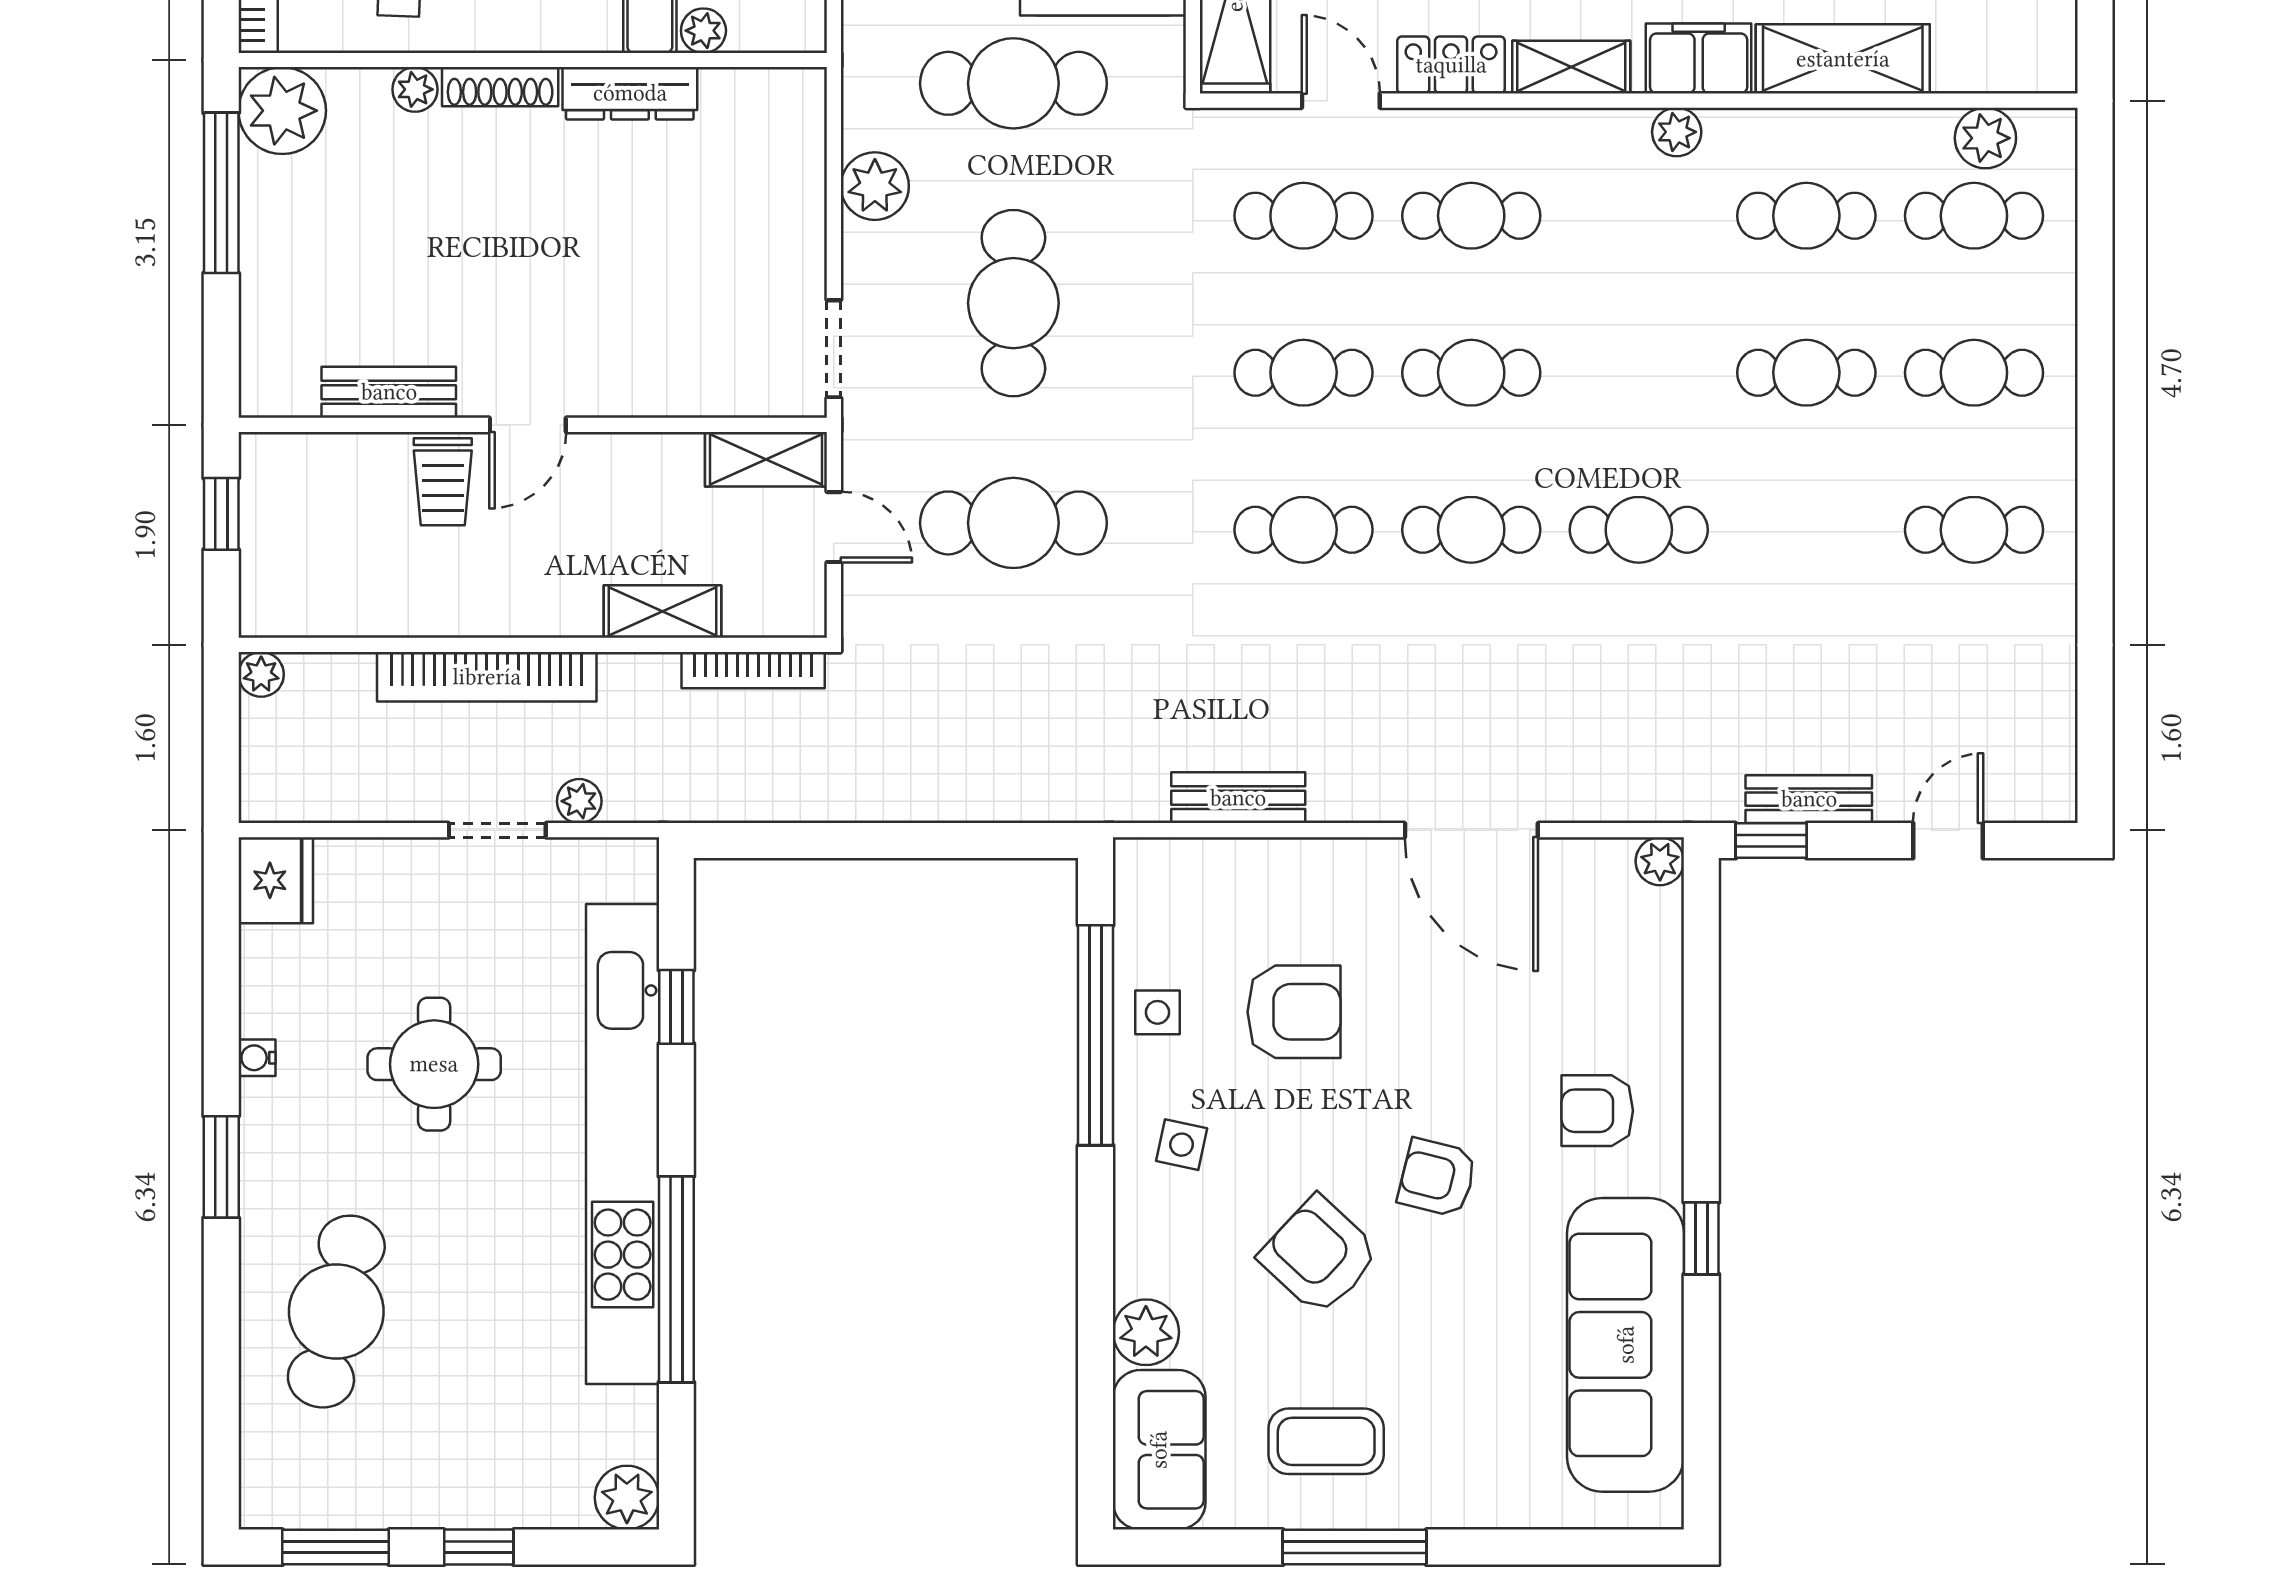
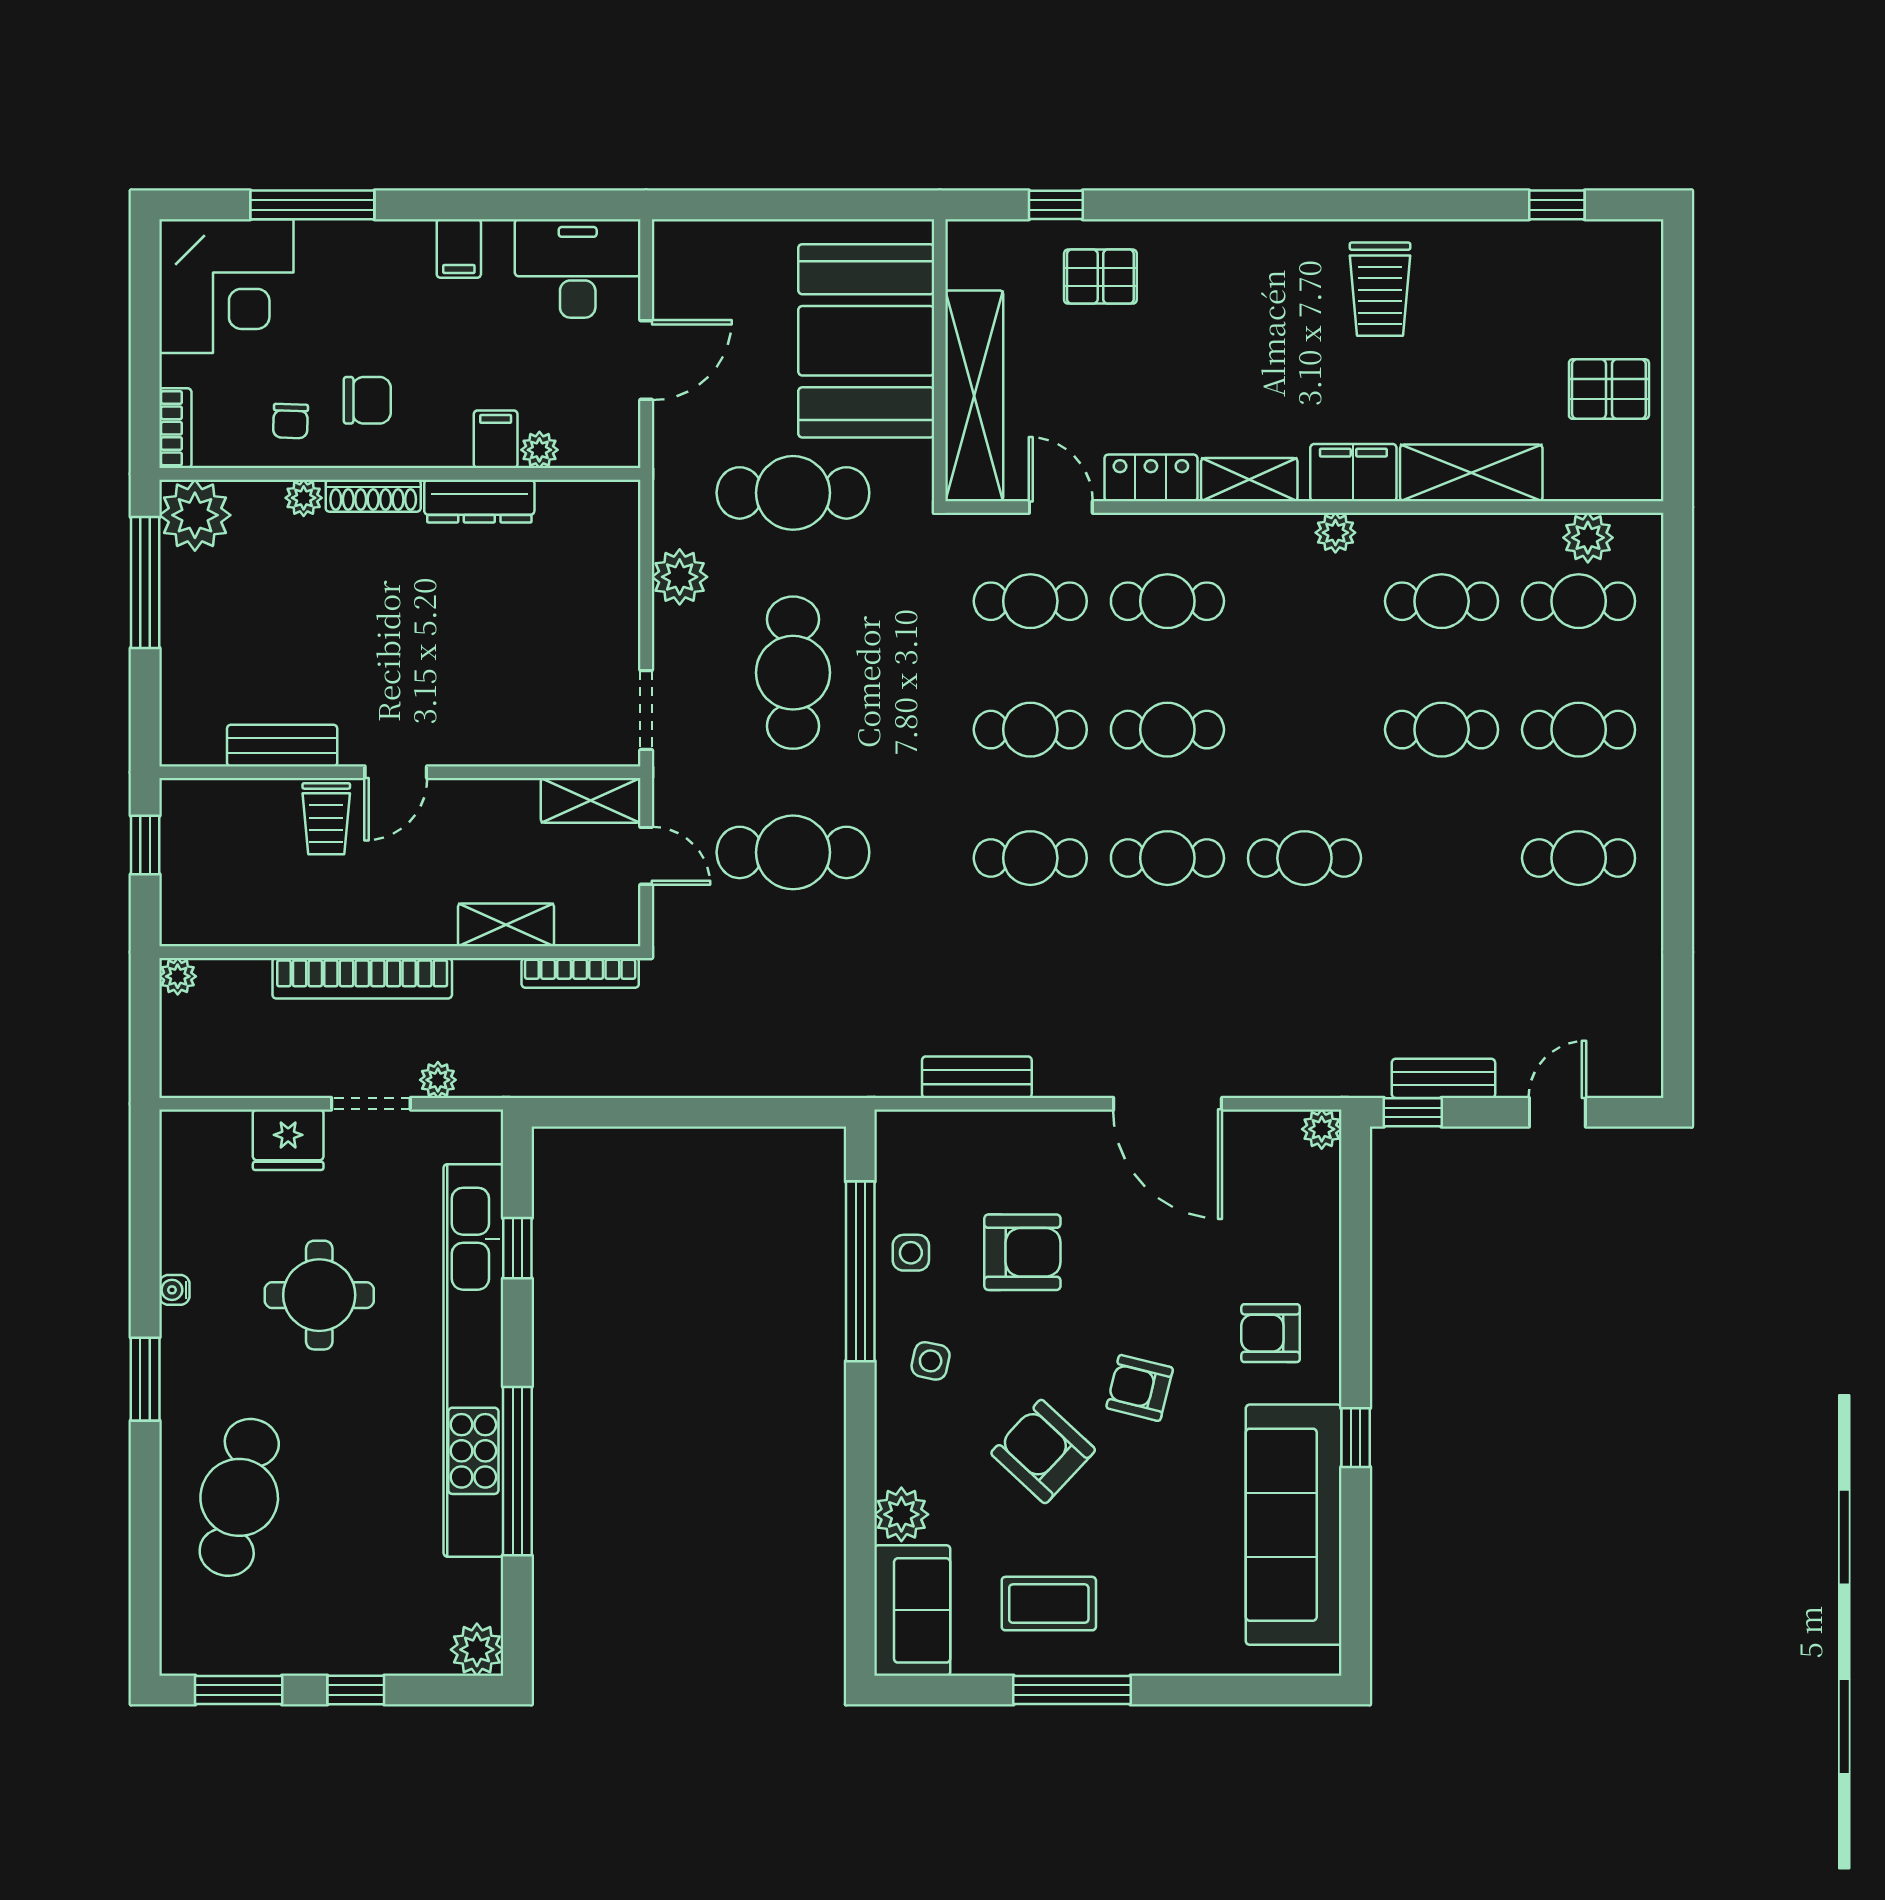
fridge: (276, 880) -> (288, 1140), moved, turned 90

